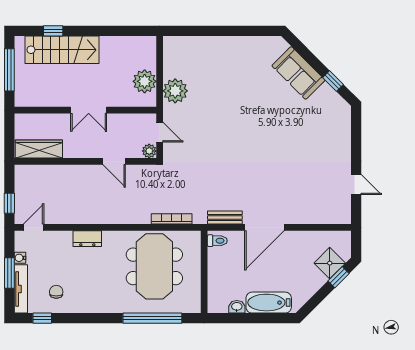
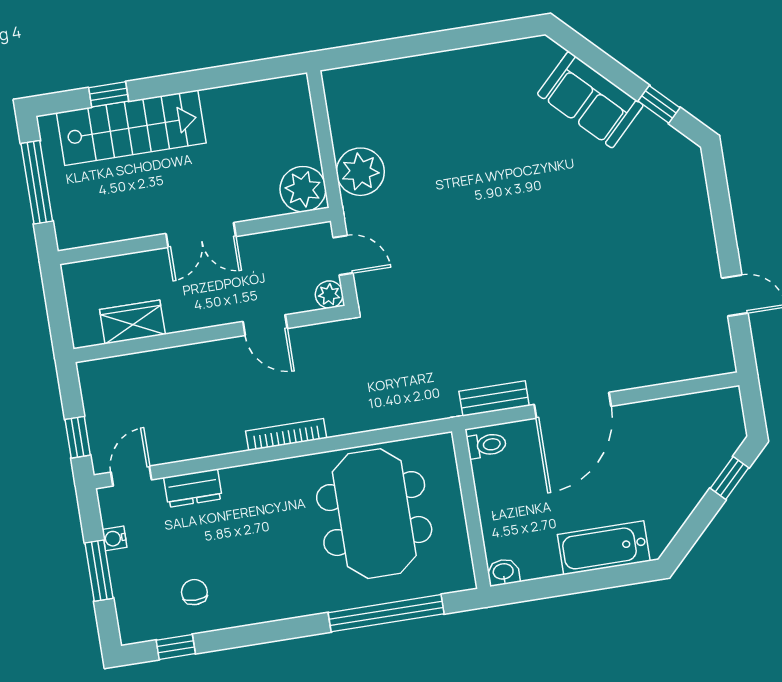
plant: (145, 81) -> (303, 189), moved
wardrobe: (39, 149) -> (132, 322), width x0.67
bookcase: (172, 219) -> (286, 435), moved
dresser: (87, 239) -> (193, 488), moved
shower: (330, 263) -> (708, 454), removed
tv unit: (21, 289) -> (126, 598), removed
washbasin: (237, 307) -> (503, 572), moved

